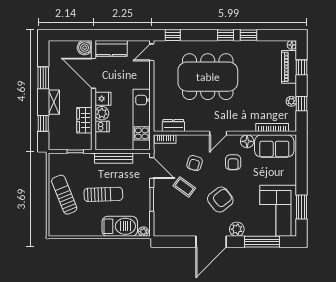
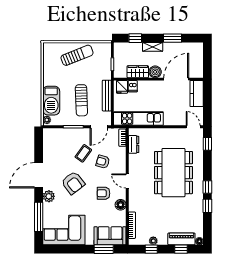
boiler: (85, 48) -> (155, 72), moved
fridge: (103, 99) -> (122, 87), moved
plant: (102, 113) -> (144, 86), removed
sofa: (274, 146) -> (110, 236), moved, turned 90
sun lounger: (103, 194) -> (81, 100), moved
window: (302, 207) -> (104, 249), moved
door: (211, 242) -> (39, 175), hinge flipped

